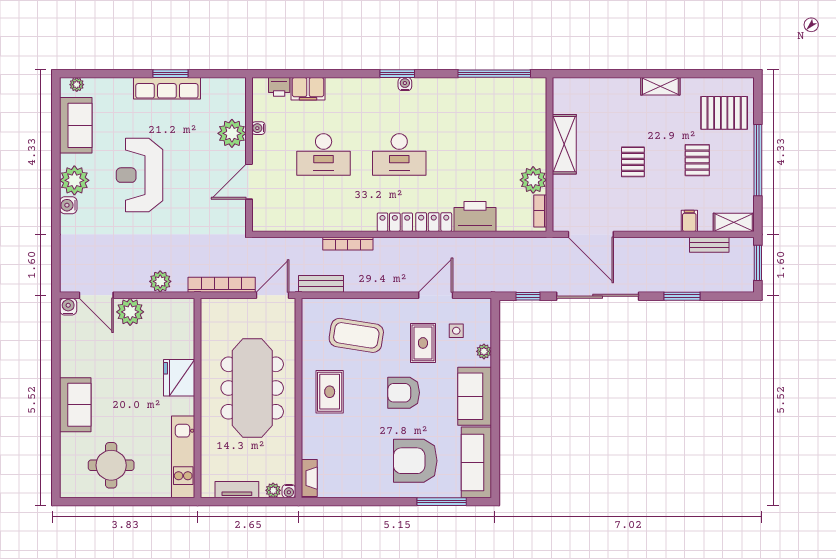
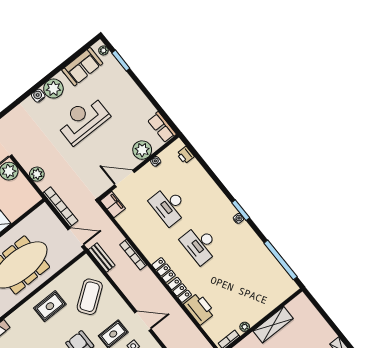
window: (171, 74) -> (121, 61), moved
row of seats: (167, 88) -> (162, 127), moved, width x0.68
filing cabinet: (308, 89) -> (113, 205), moved, turned 180
plant: (533, 180) -> (245, 327), width x0.53, depth x0.53
coffee table: (356, 335) -> (90, 297), turned 45

